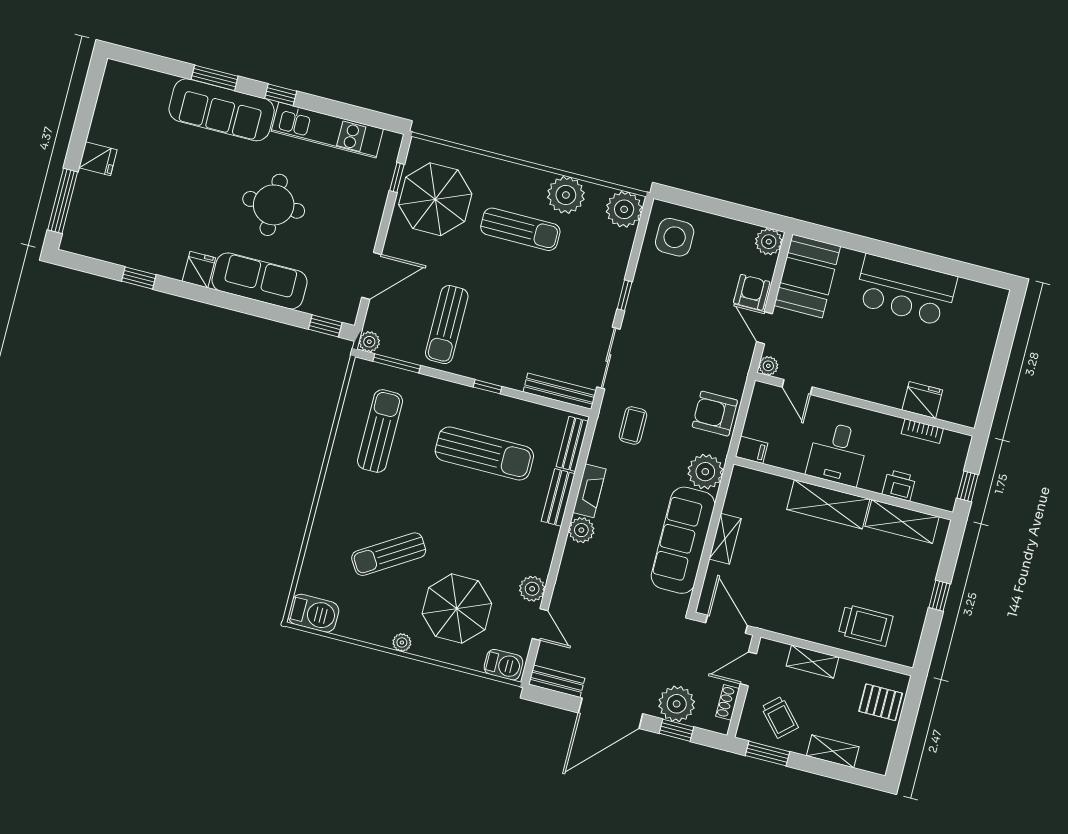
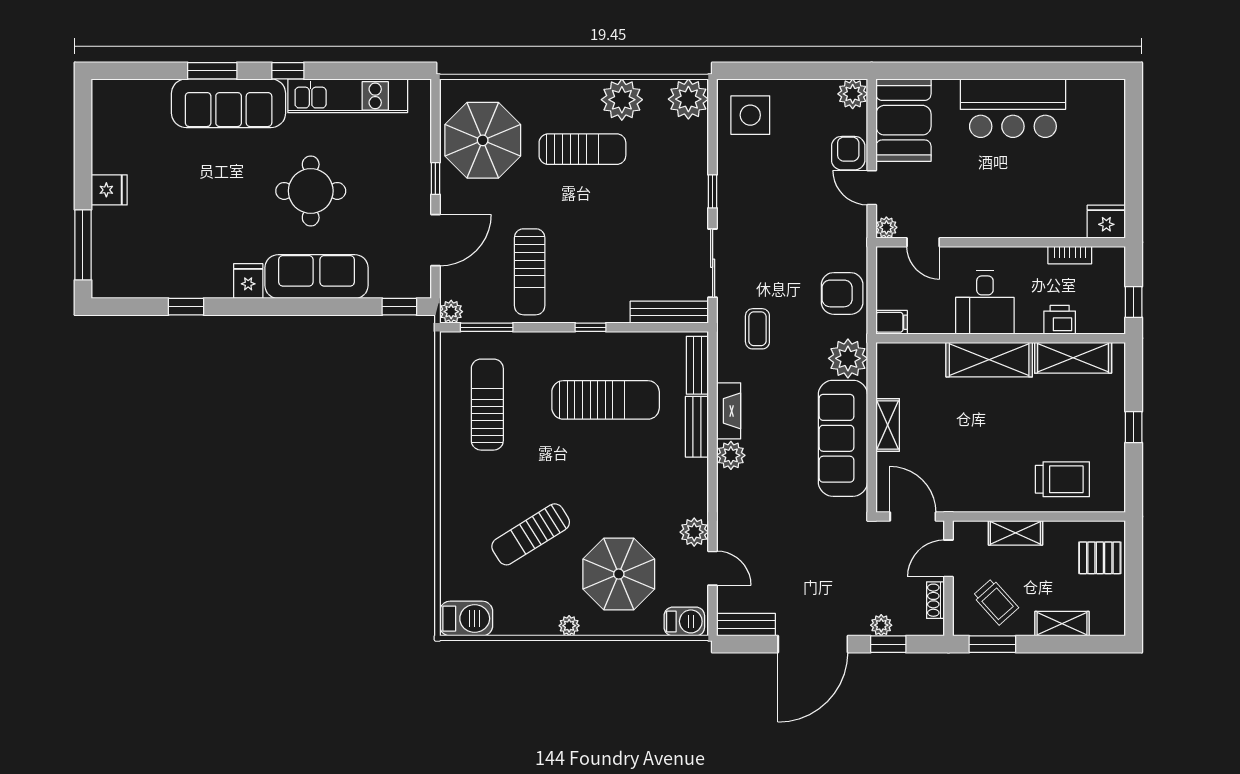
window: (397, 177) -> (435, 179), moved
fridge: (922, 400) -> (1106, 222), moved
plant: (677, 704) -> (881, 625), width x0.53, depth x0.53

